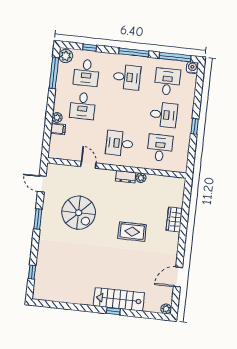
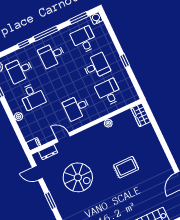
window: (90, 48) -> (24, 44), moved
window: (175, 57) -> (79, 18), width x0.69
desk: (86, 73) -> (20, 70), turned 90
desk: (127, 77) -> (52, 55), turned 180
filing cabinet: (58, 129) -> (33, 144), moved
dresser: (126, 177) -> (48, 152), moved
wardrobe: (174, 219) -> (141, 115), moved

